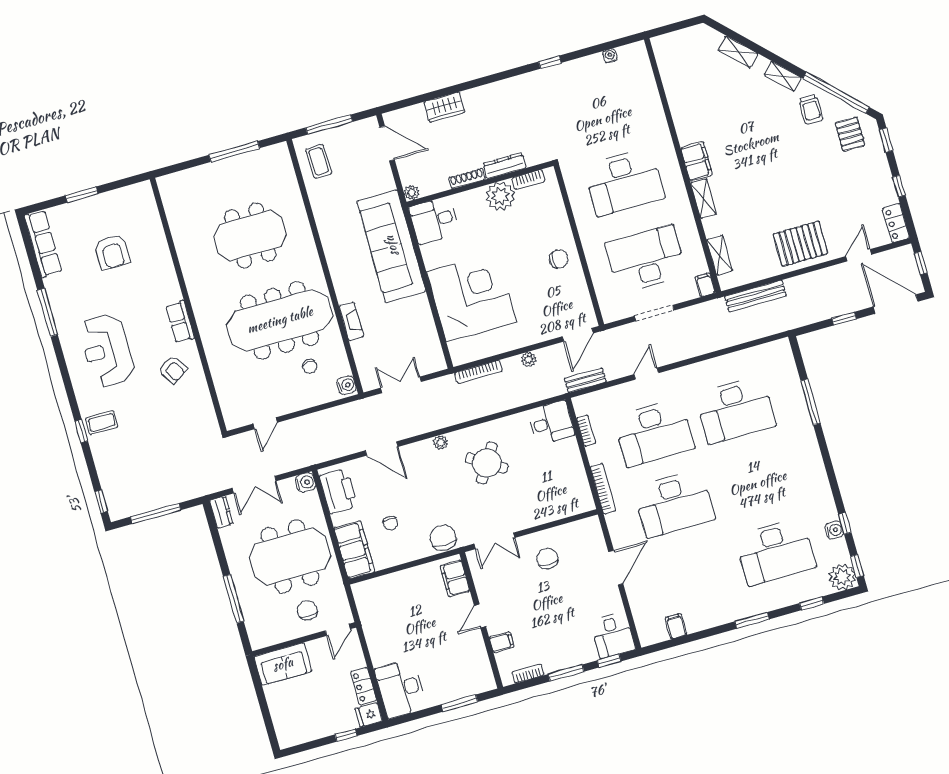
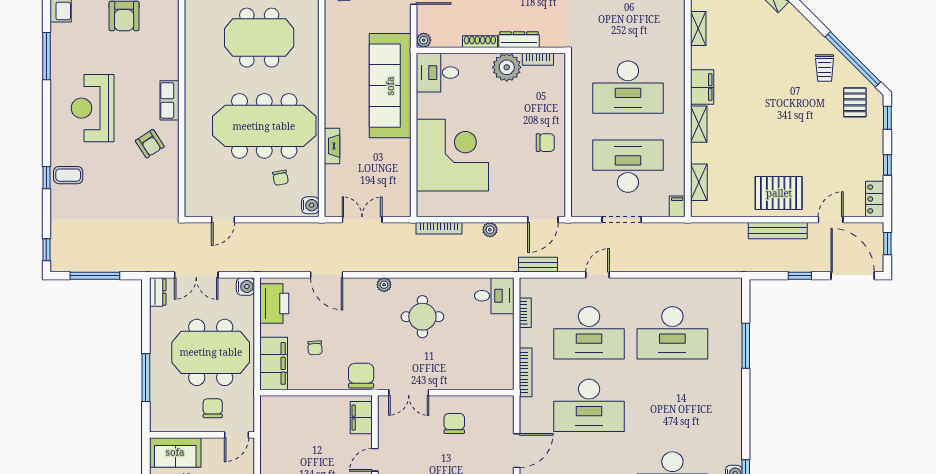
shelving: (783, 76) -> (698, 29), moved, turned 45
bench: (755, 296) -> (778, 231), moved
round table: (487, 463) -> (422, 317), turned -32

